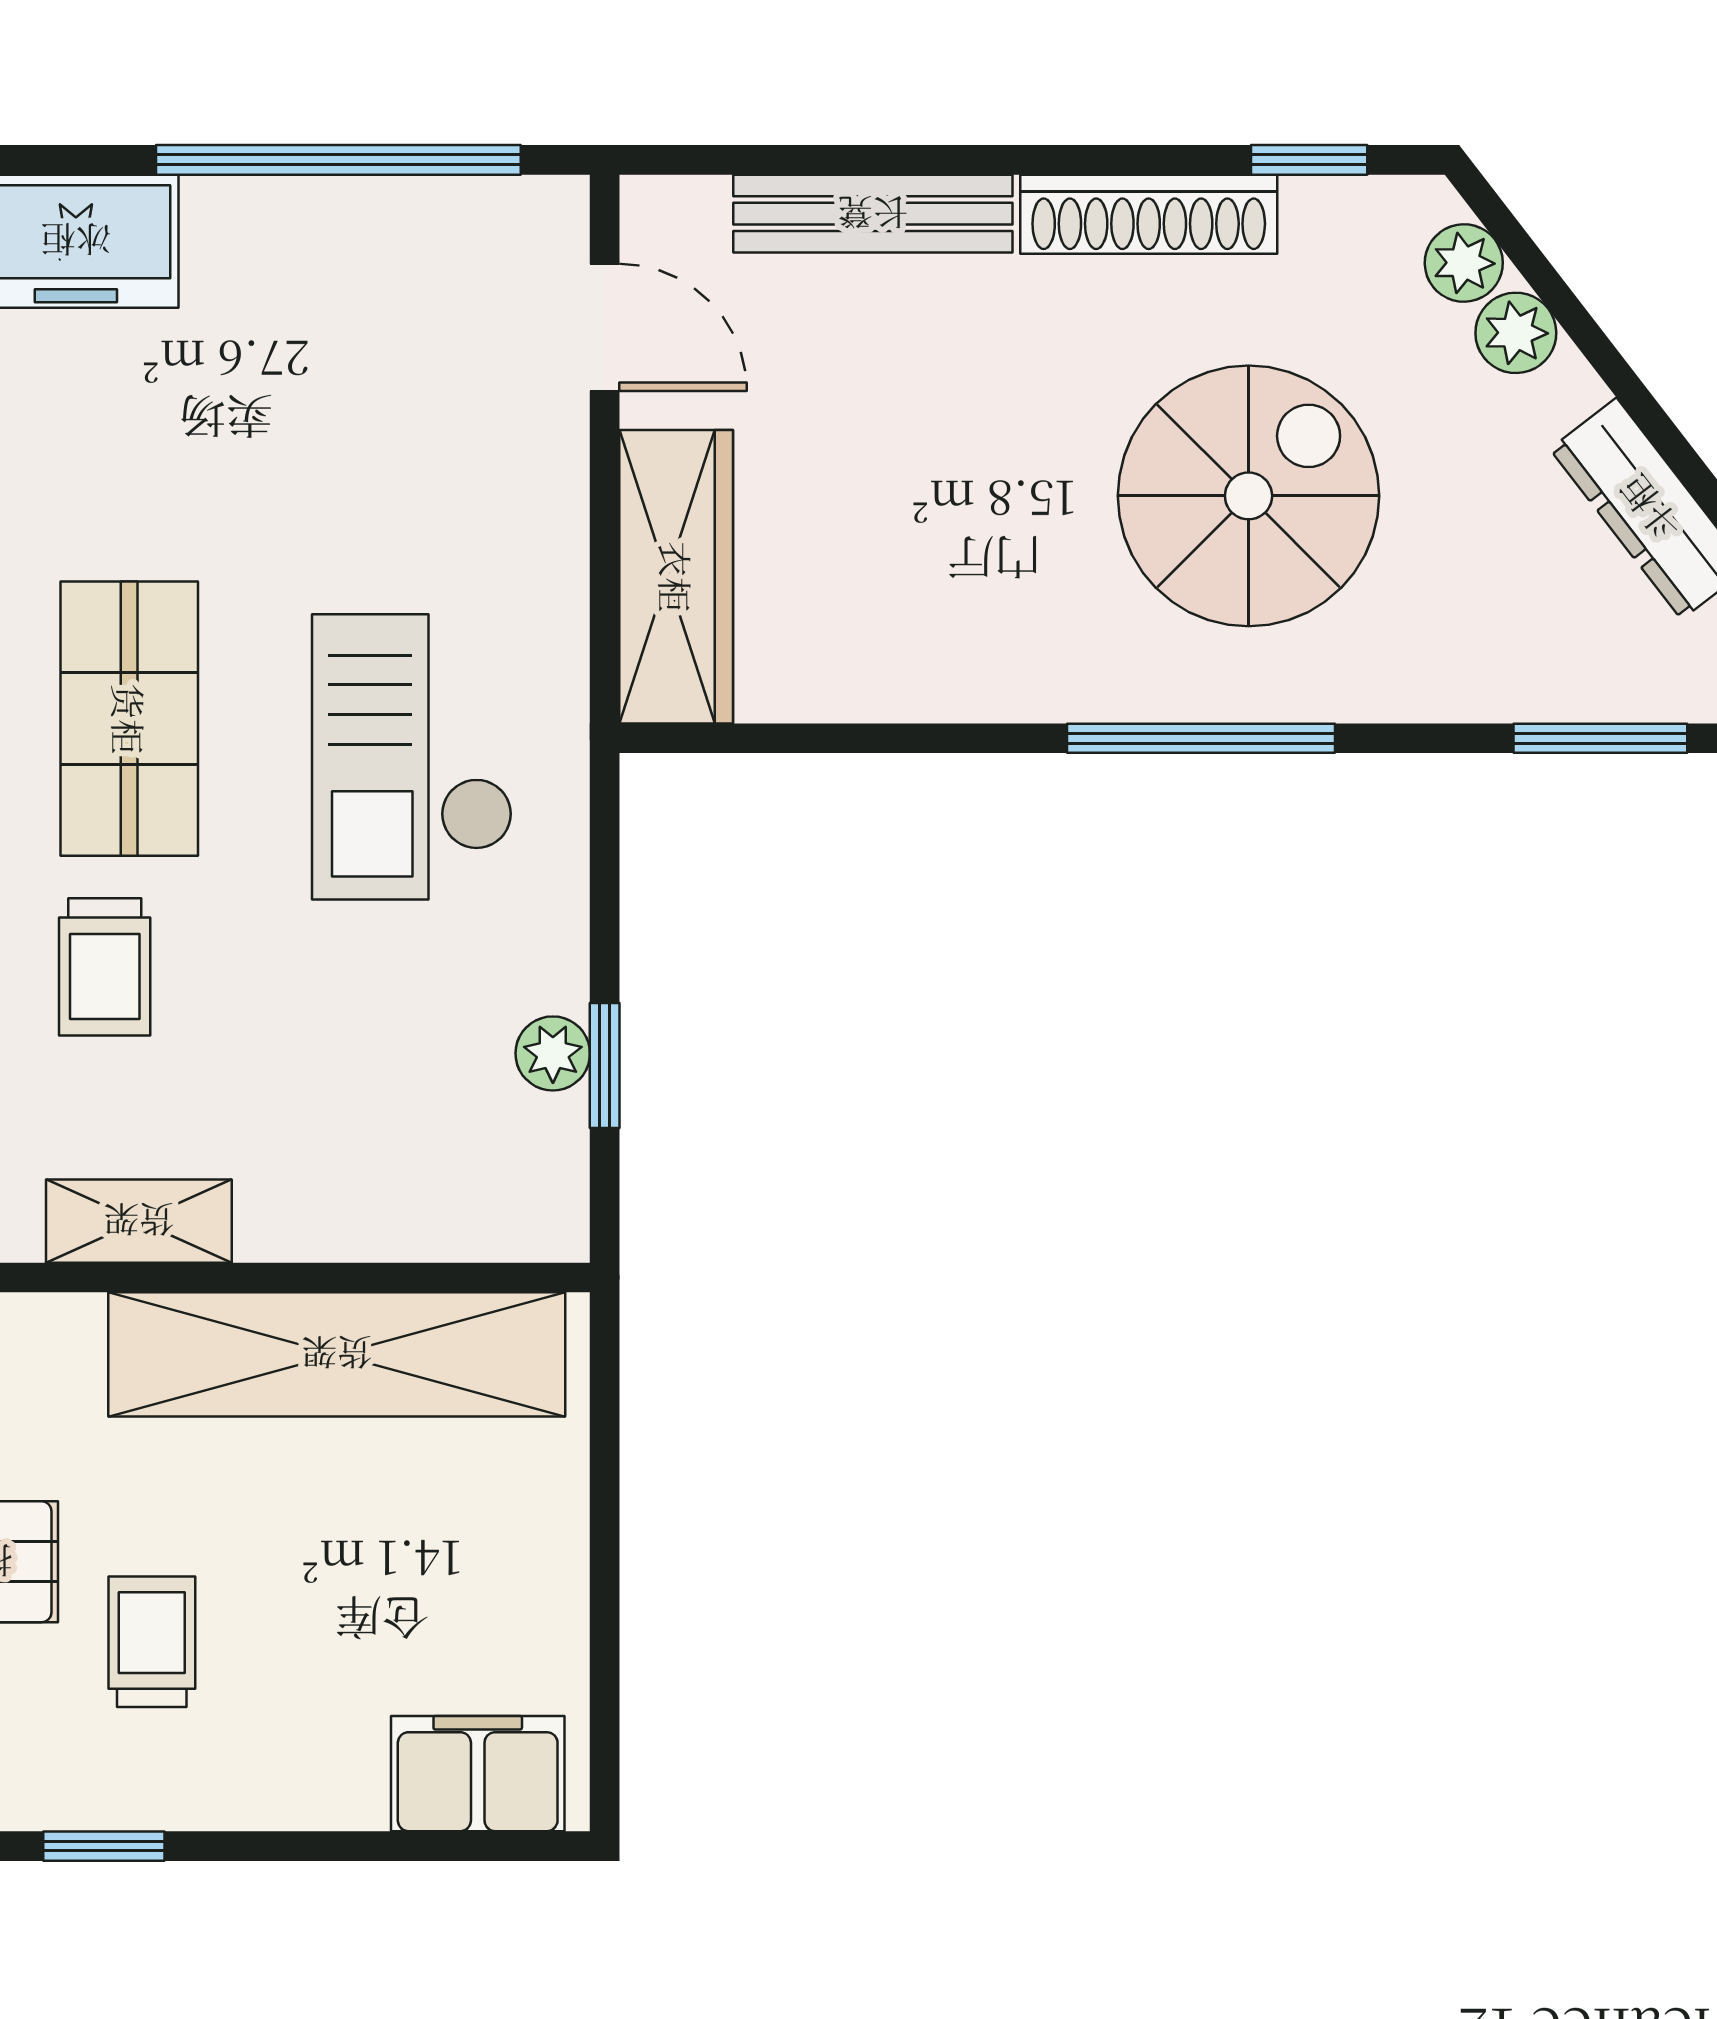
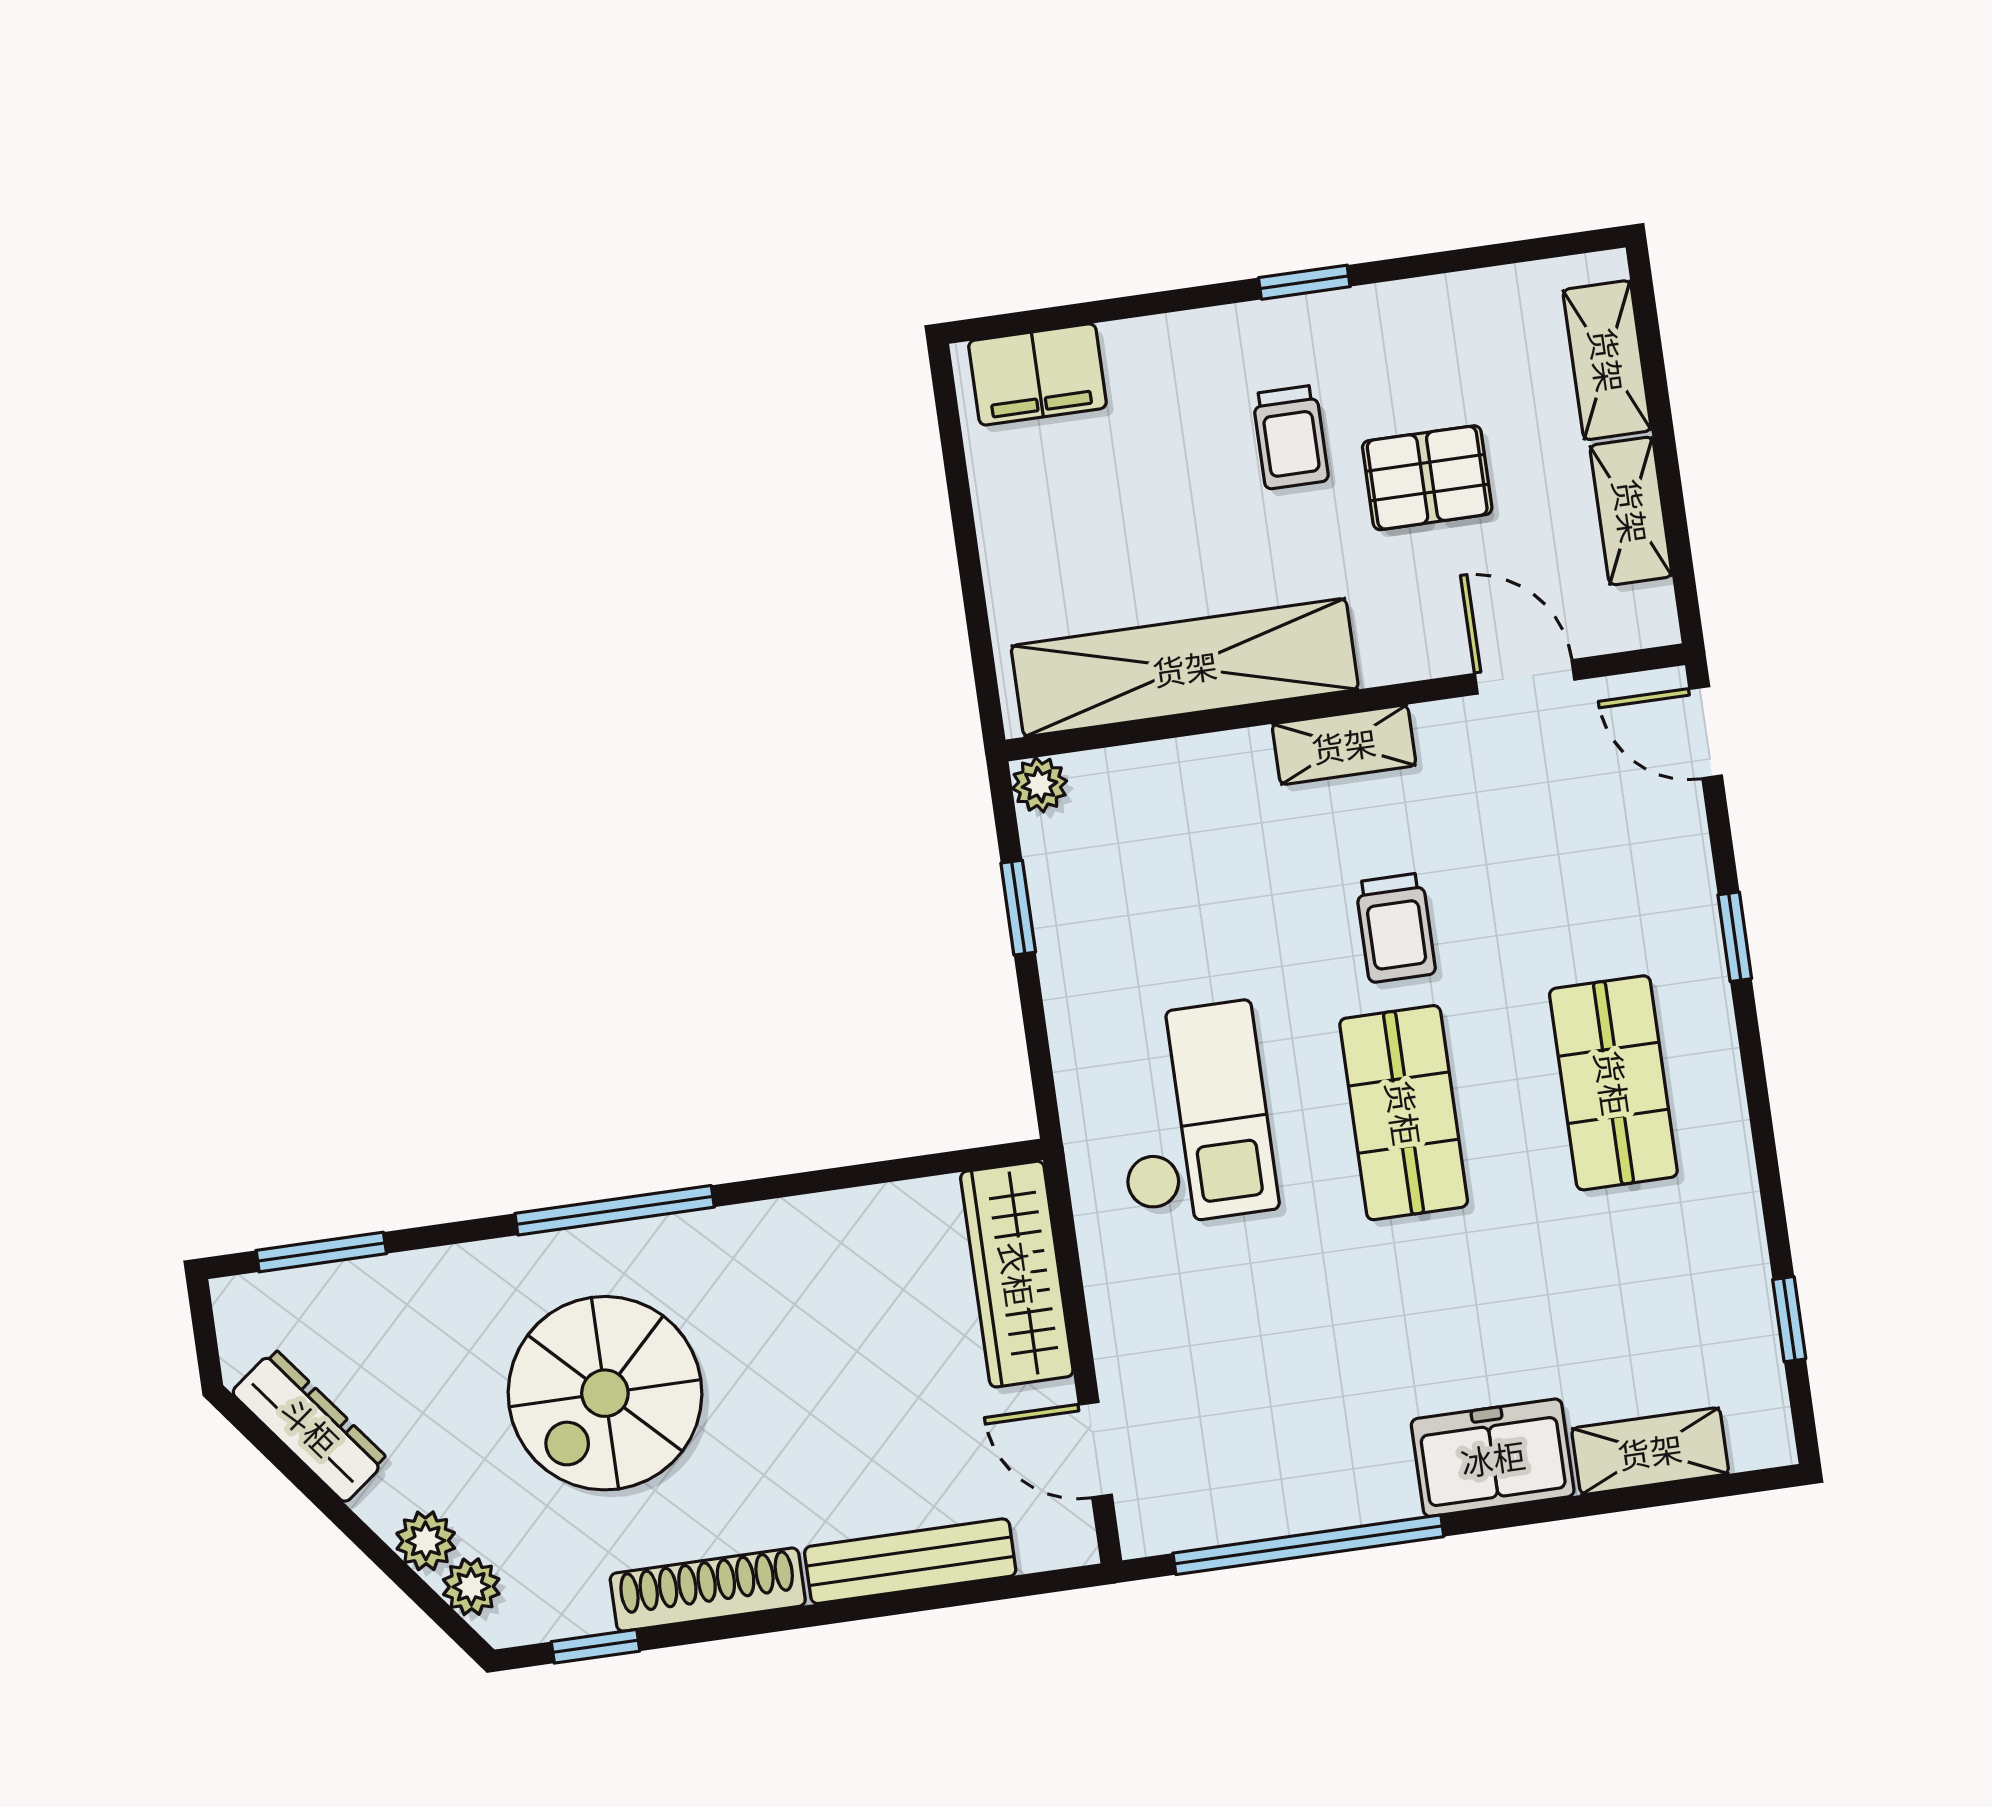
trolley: (105, 967) -> (1396, 928), turned 180
plant: (553, 1053) -> (1040, 785), moved

